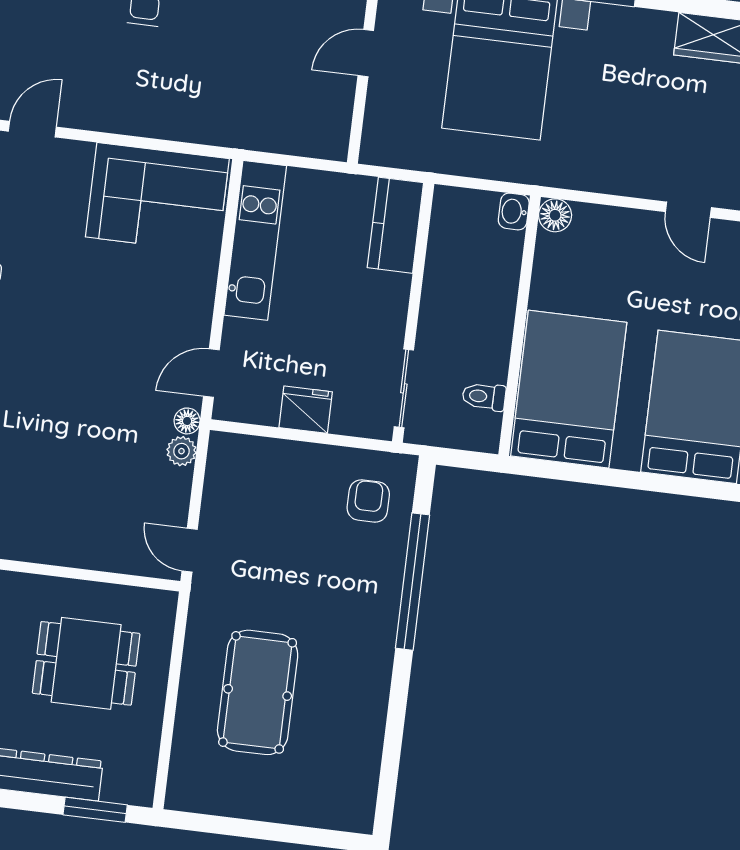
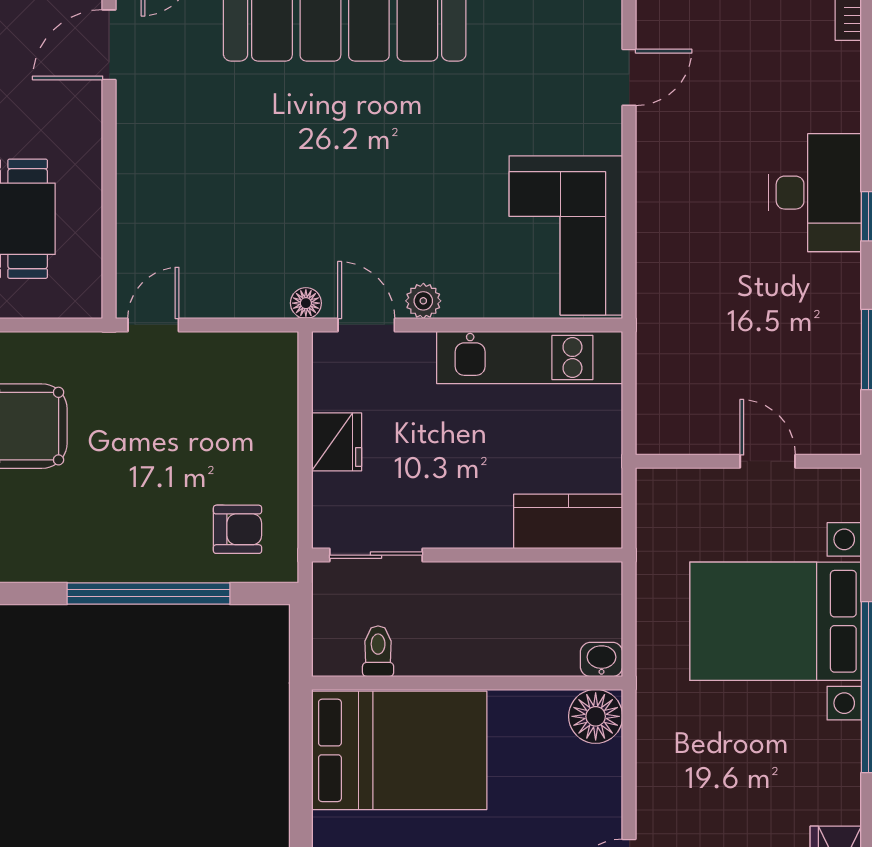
door: (32, 129) -> (629, 77), hinge flipped
floor lamp: (555, 215) -> (596, 716), width x1.38, depth x1.38
plant: (181, 451) -> (423, 301), moved

